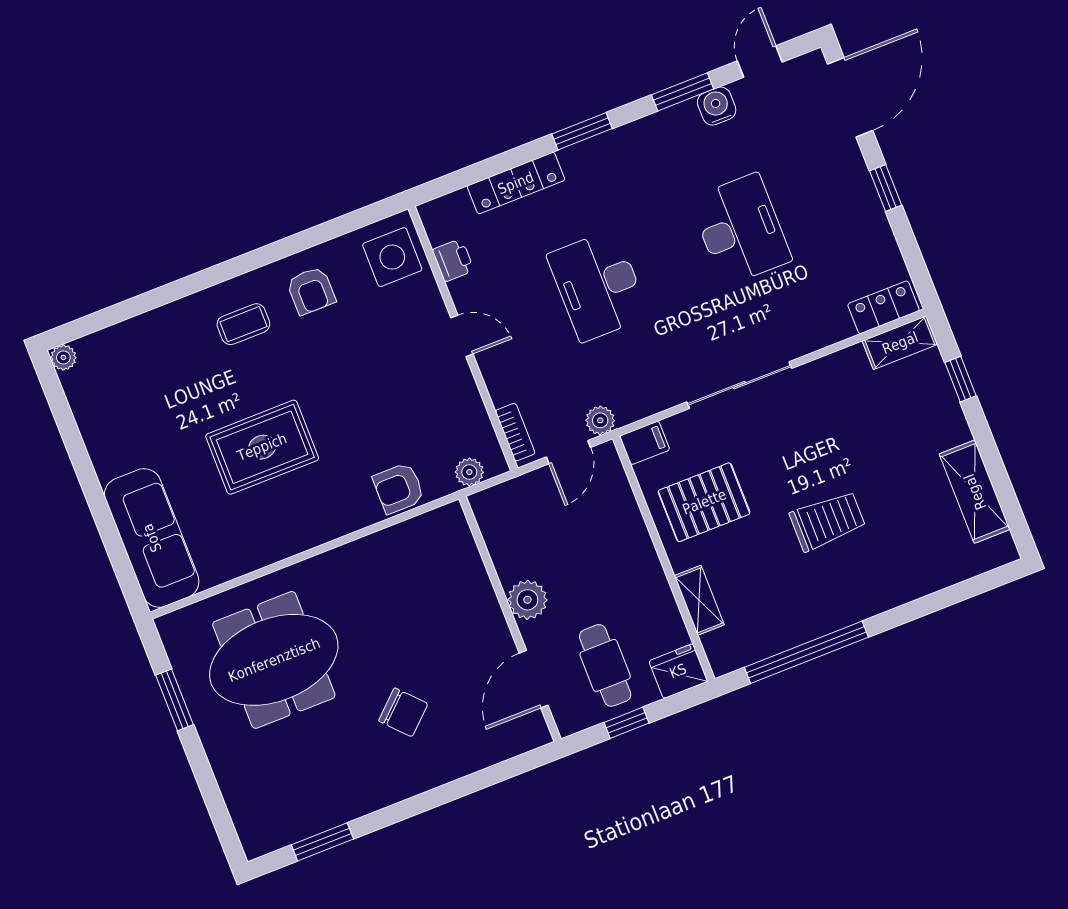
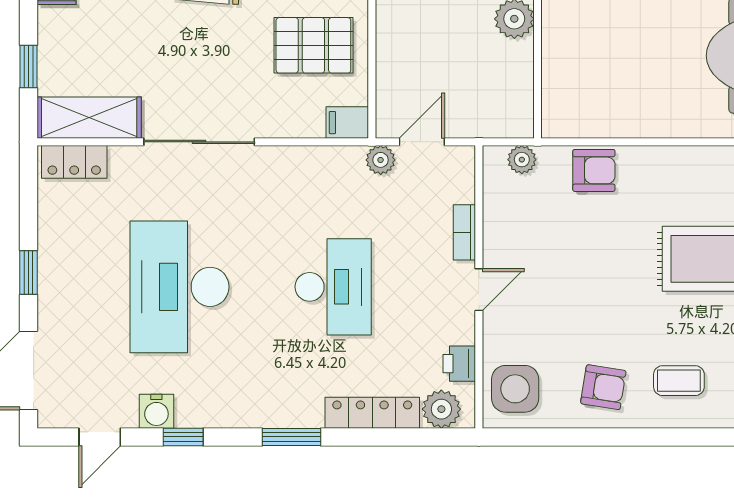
window: (683, 92) -> (183, 437), width x0.67
plant: (453, 211) -> (441, 409), added
desk: (741, 230) -> (179, 287), width x1.36, depth x1.30
armchair: (311, 291) -> (603, 387), turned 99
door: (462, 336) -> (479, 290), swing flipped
shelving: (900, 343) -> (89, 118), width x1.50, depth x1.33
sliding door: (739, 385) -> (199, 142), moved
bookcase: (515, 432) -> (464, 232), moved

